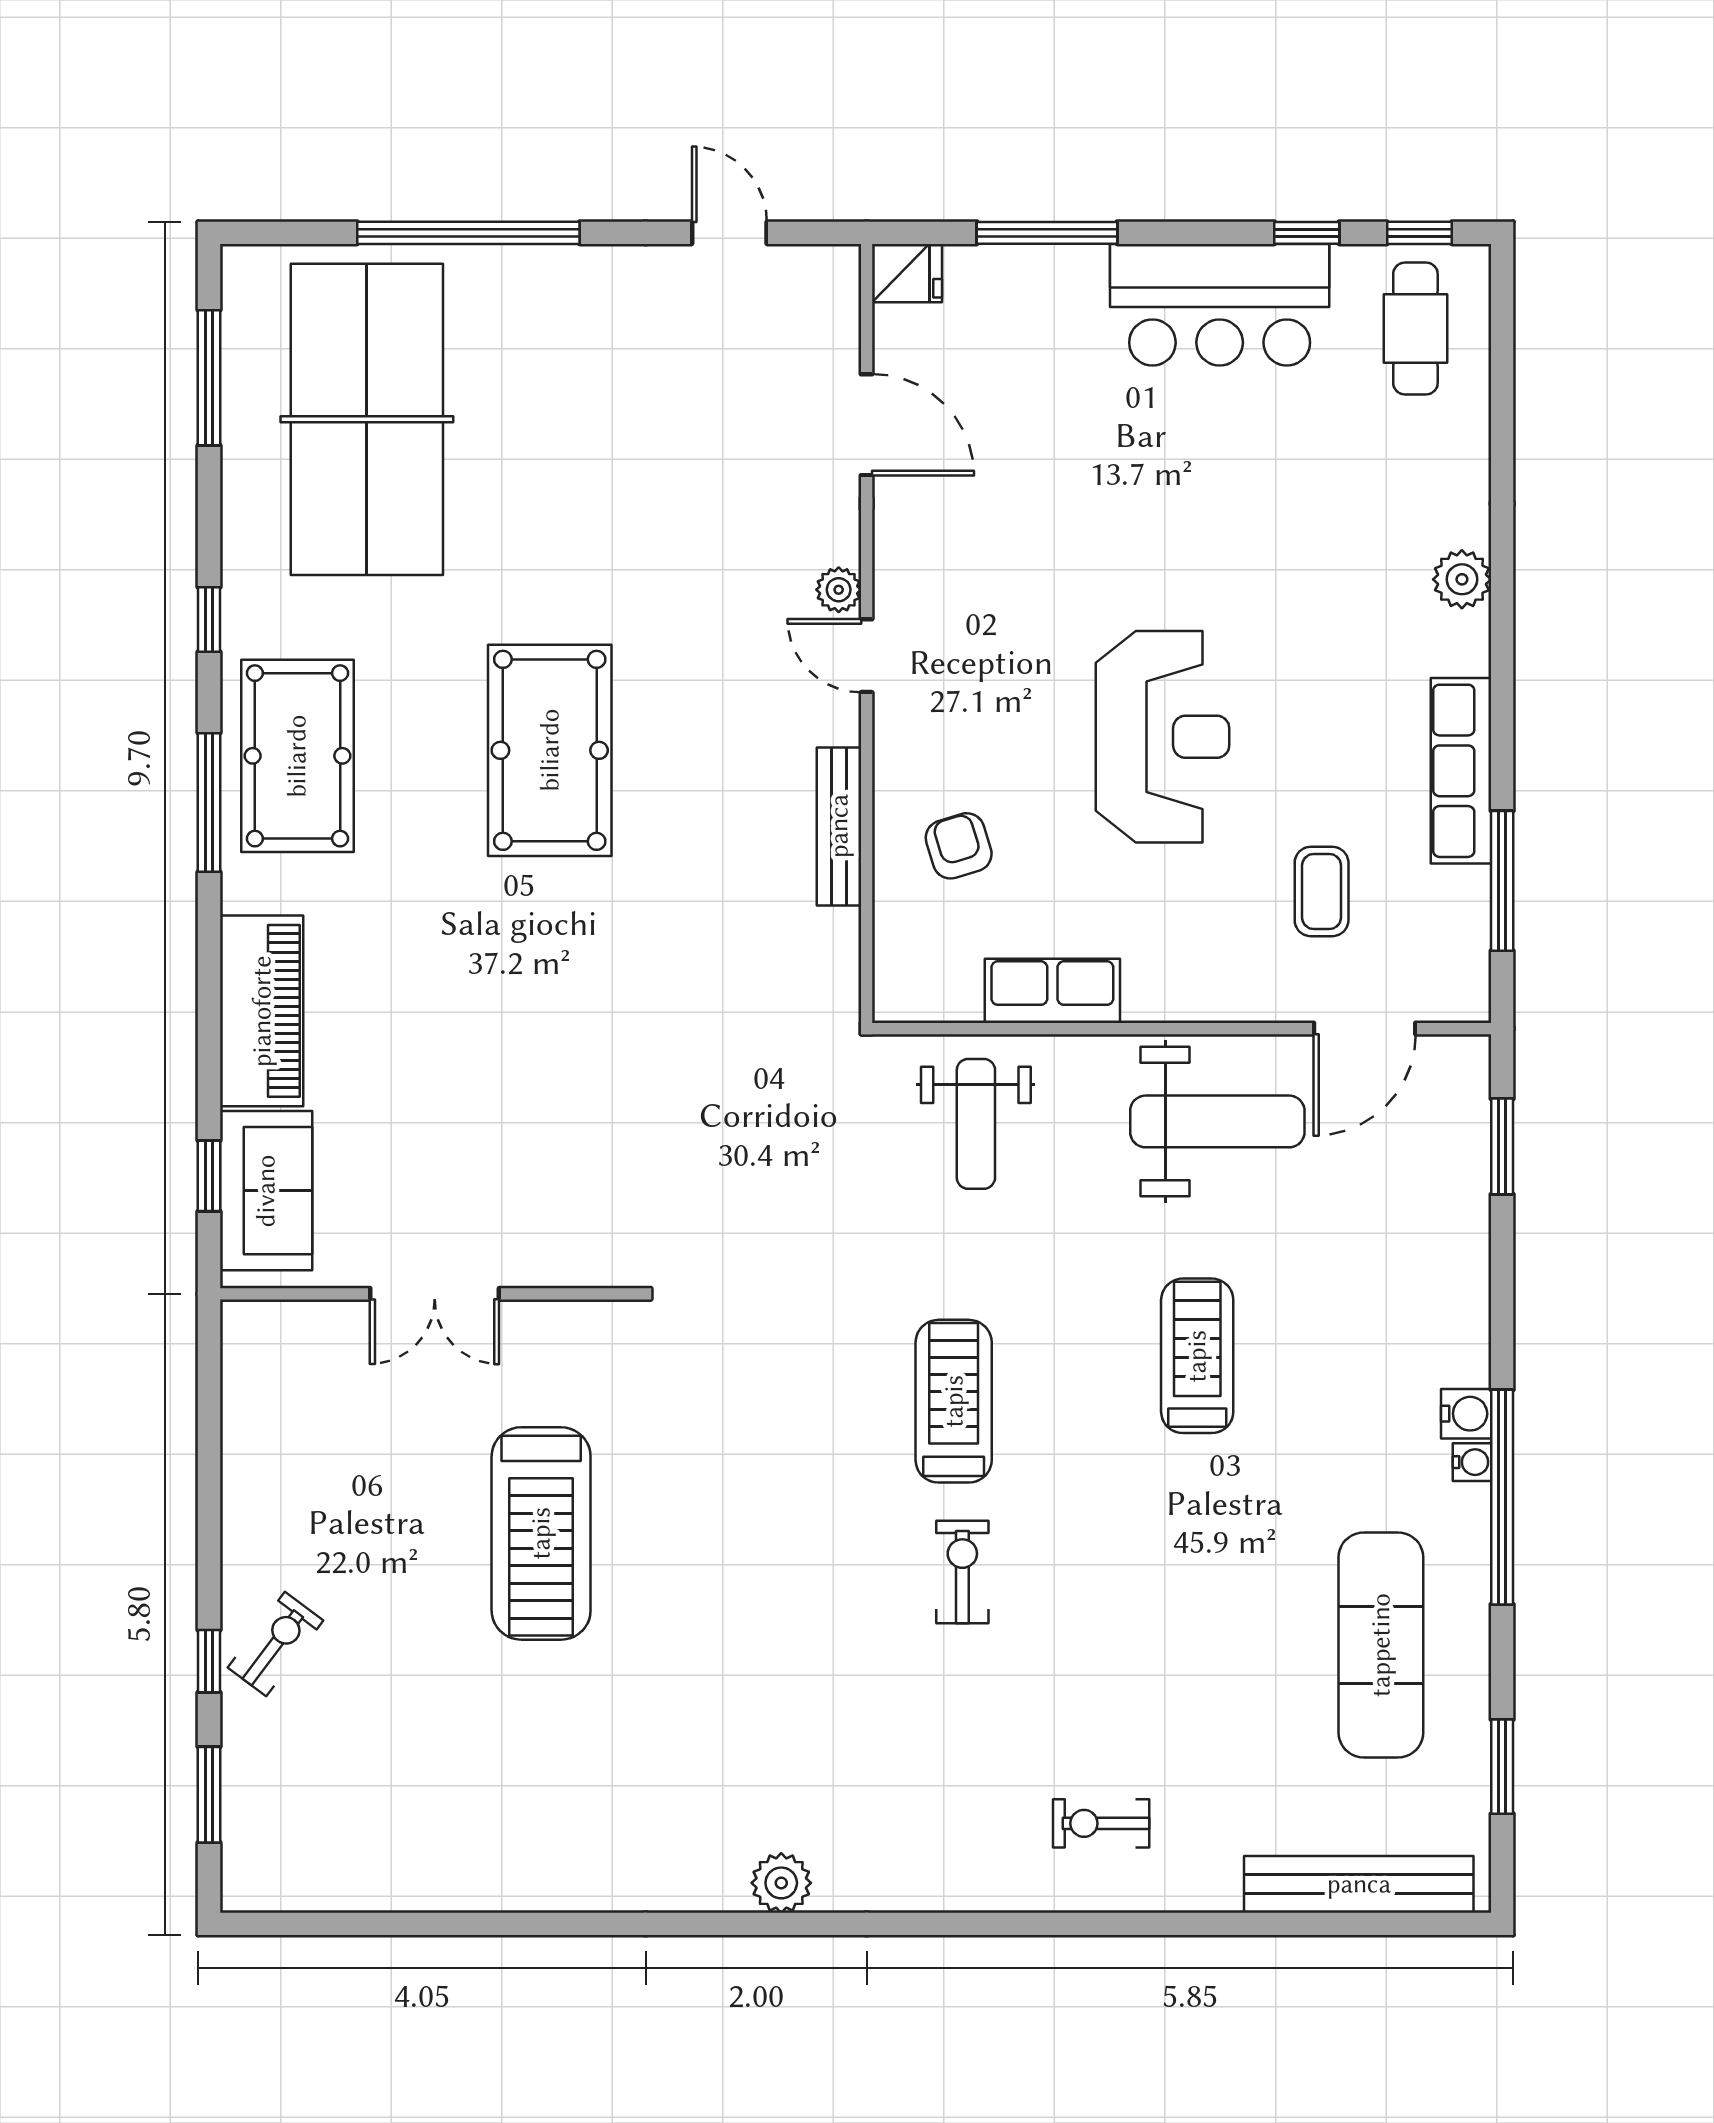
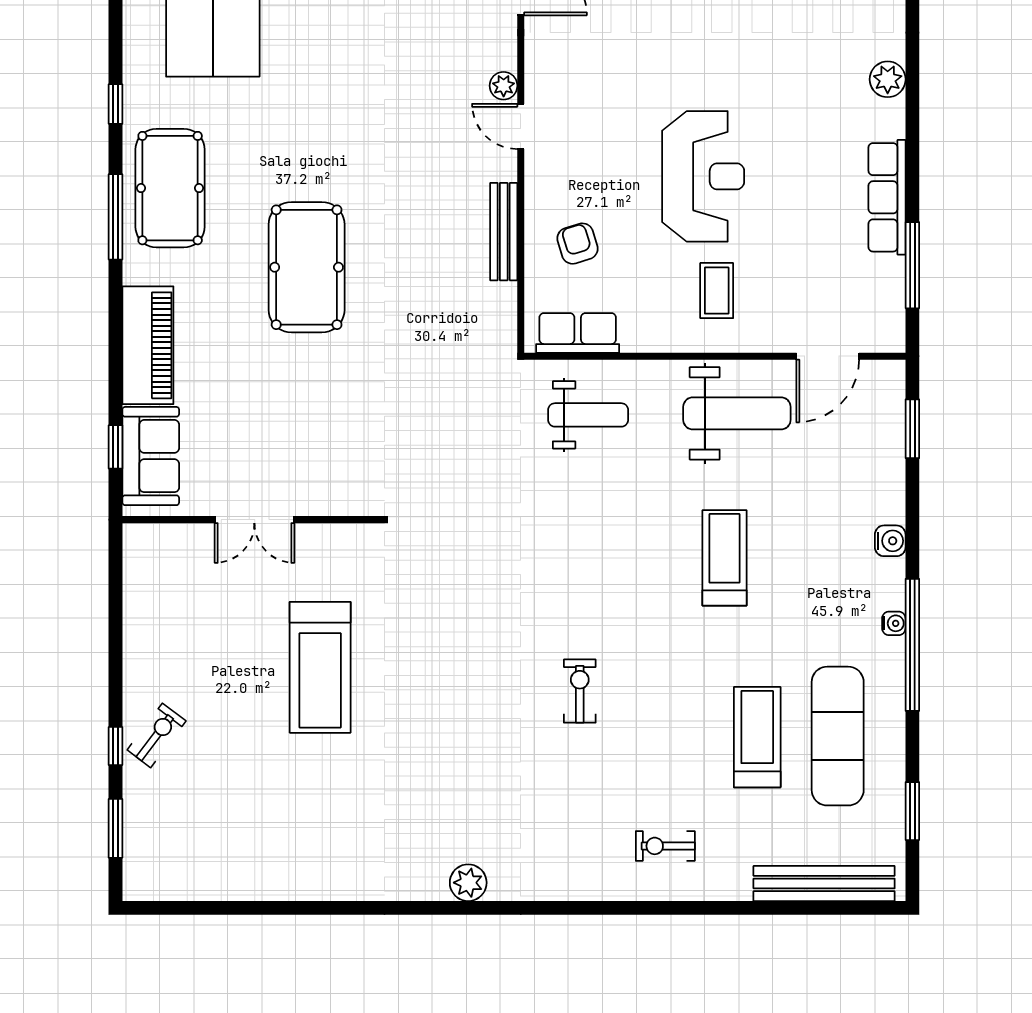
pool table: (550, 750) -> (307, 267), moved
coffee table: (1322, 891) -> (717, 291), moved
row of seats: (1052, 991) -> (578, 333), moved
weight bench: (976, 1124) -> (588, 415), turned -90
treadmill: (954, 1401) -> (757, 737), moved
water cooler: (1466, 1414) -> (890, 541), moved

